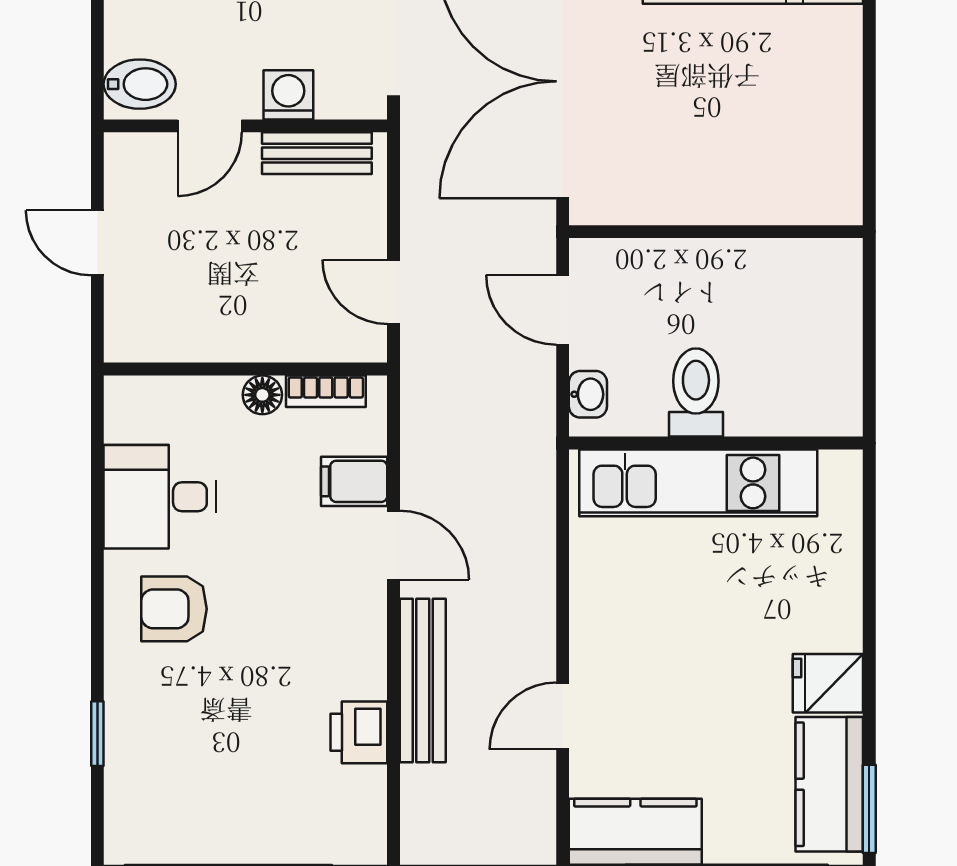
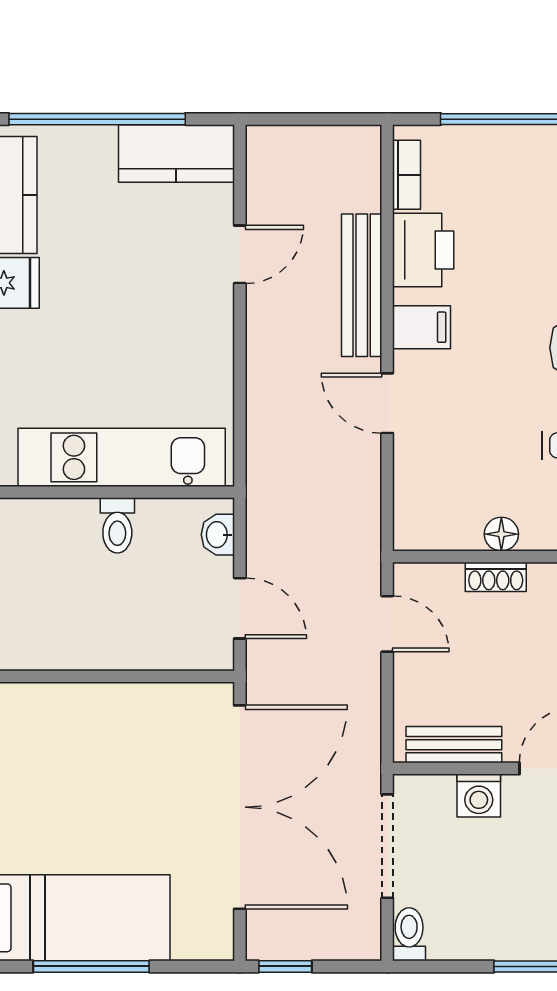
shoe rack: (269, 346) -> (496, 577), added
bookcase: (326, 391) -> (407, 175), moved, turned 90
toilet: (696, 393) -> (117, 525), width x0.73, depth x0.72
filing cabinet: (354, 481) -> (422, 327), moved
printer: (359, 732) -> (423, 250), width x1.36, depth x1.24

